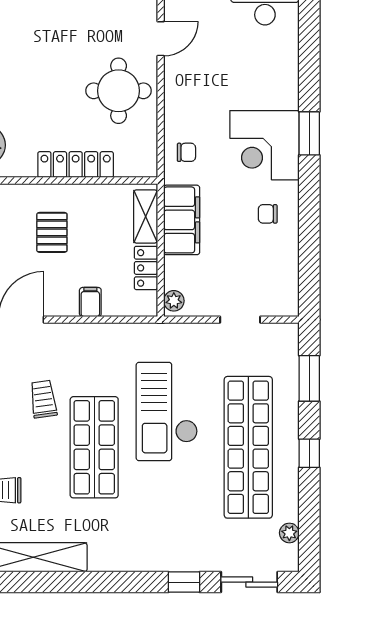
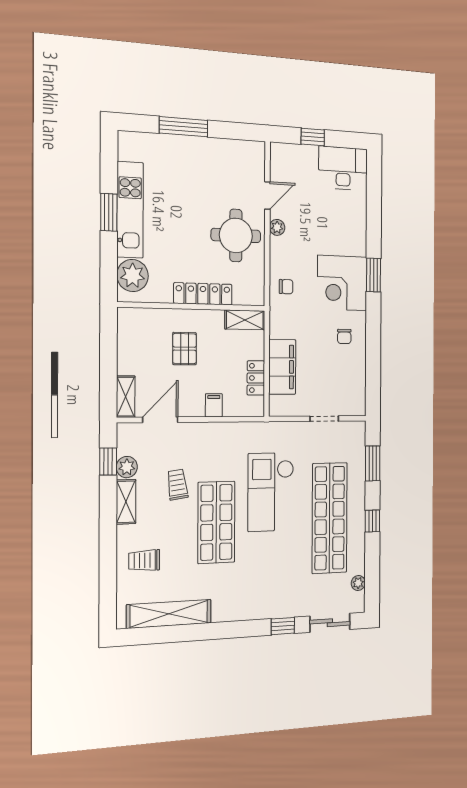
chair: (268, 214) -> (344, 336), turned -90
shelving: (146, 216) -> (245, 320), moved, turned 90
filing cabinet: (182, 220) -> (282, 367), moved
plant: (174, 301) -> (277, 227), moved

